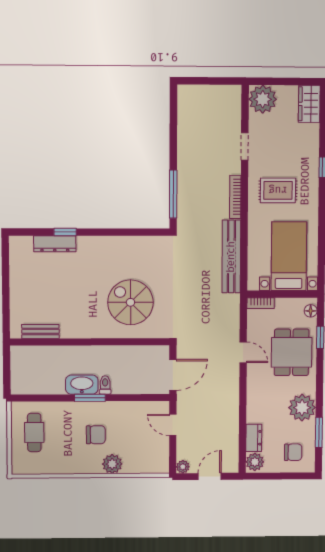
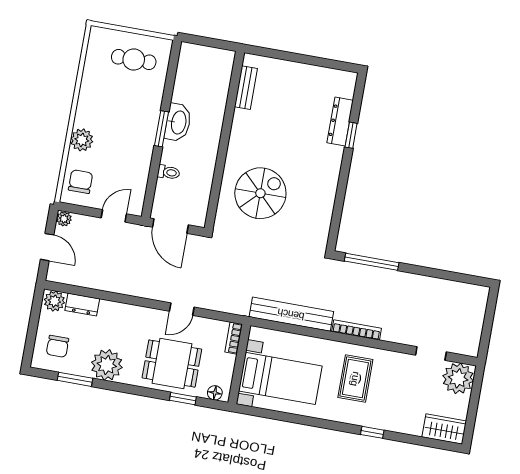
doorway: (245, 146) -> (431, 354), moved
toilet: (105, 385) -> (169, 172), moved
chair: (96, 435) -> (81, 182), moved, turned 180

